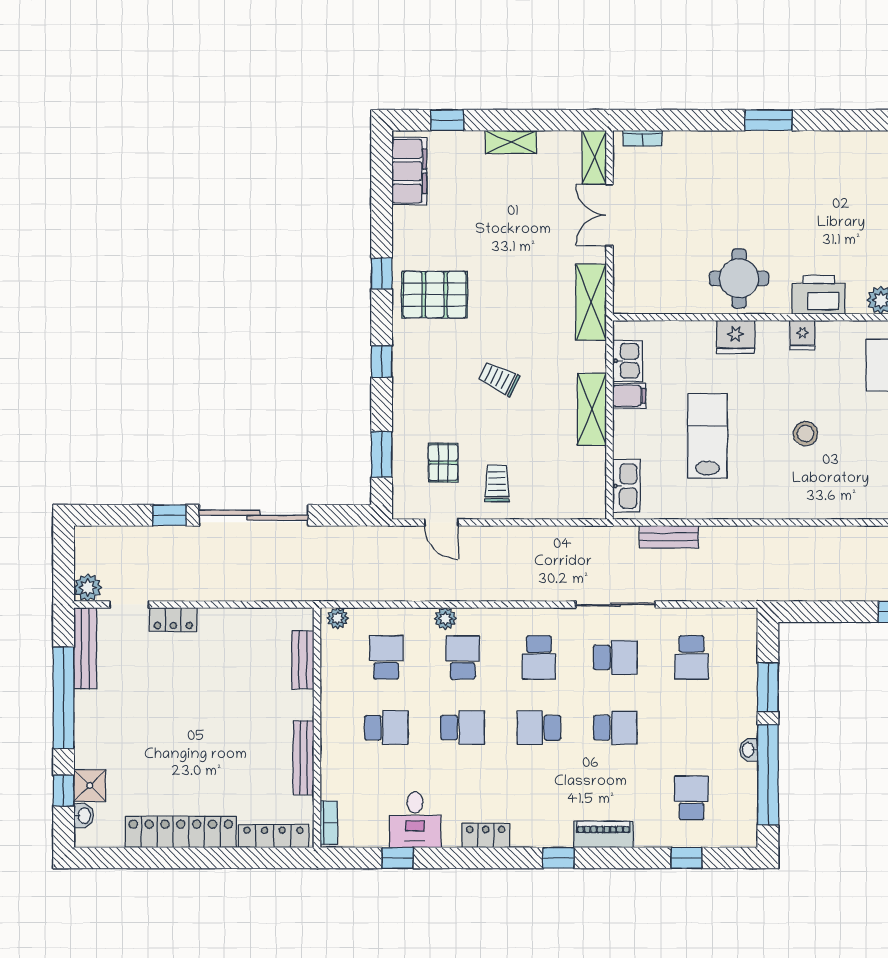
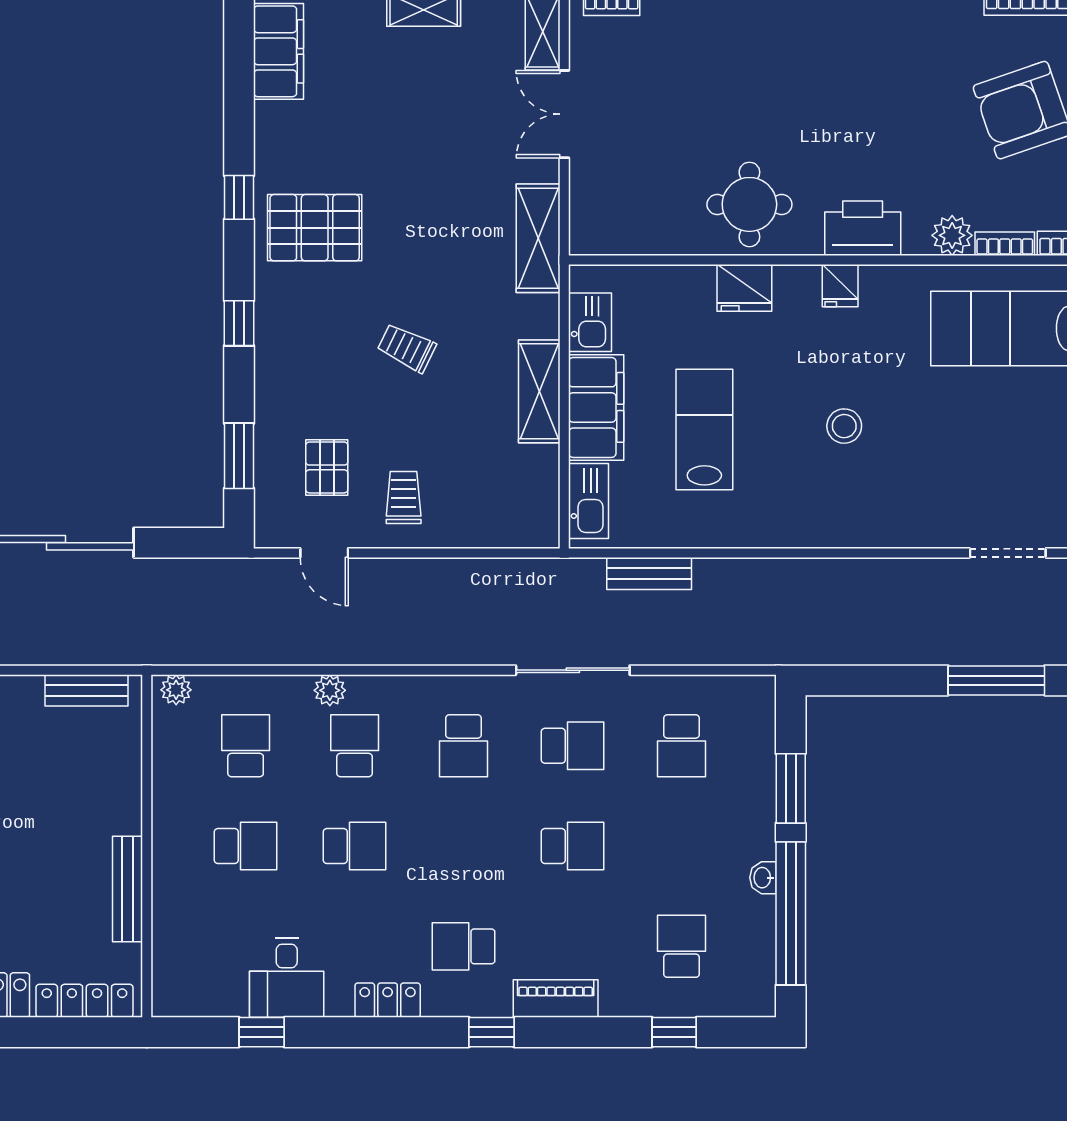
filing cabinet: (629, 396) -> (596, 407), width x3.00, depth x1.17
bench: (303, 660) -> (87, 690), moved, turned 90
school desk: (539, 728) -> (464, 946), moved
bookcase: (329, 823) -> (164, 982), removed

